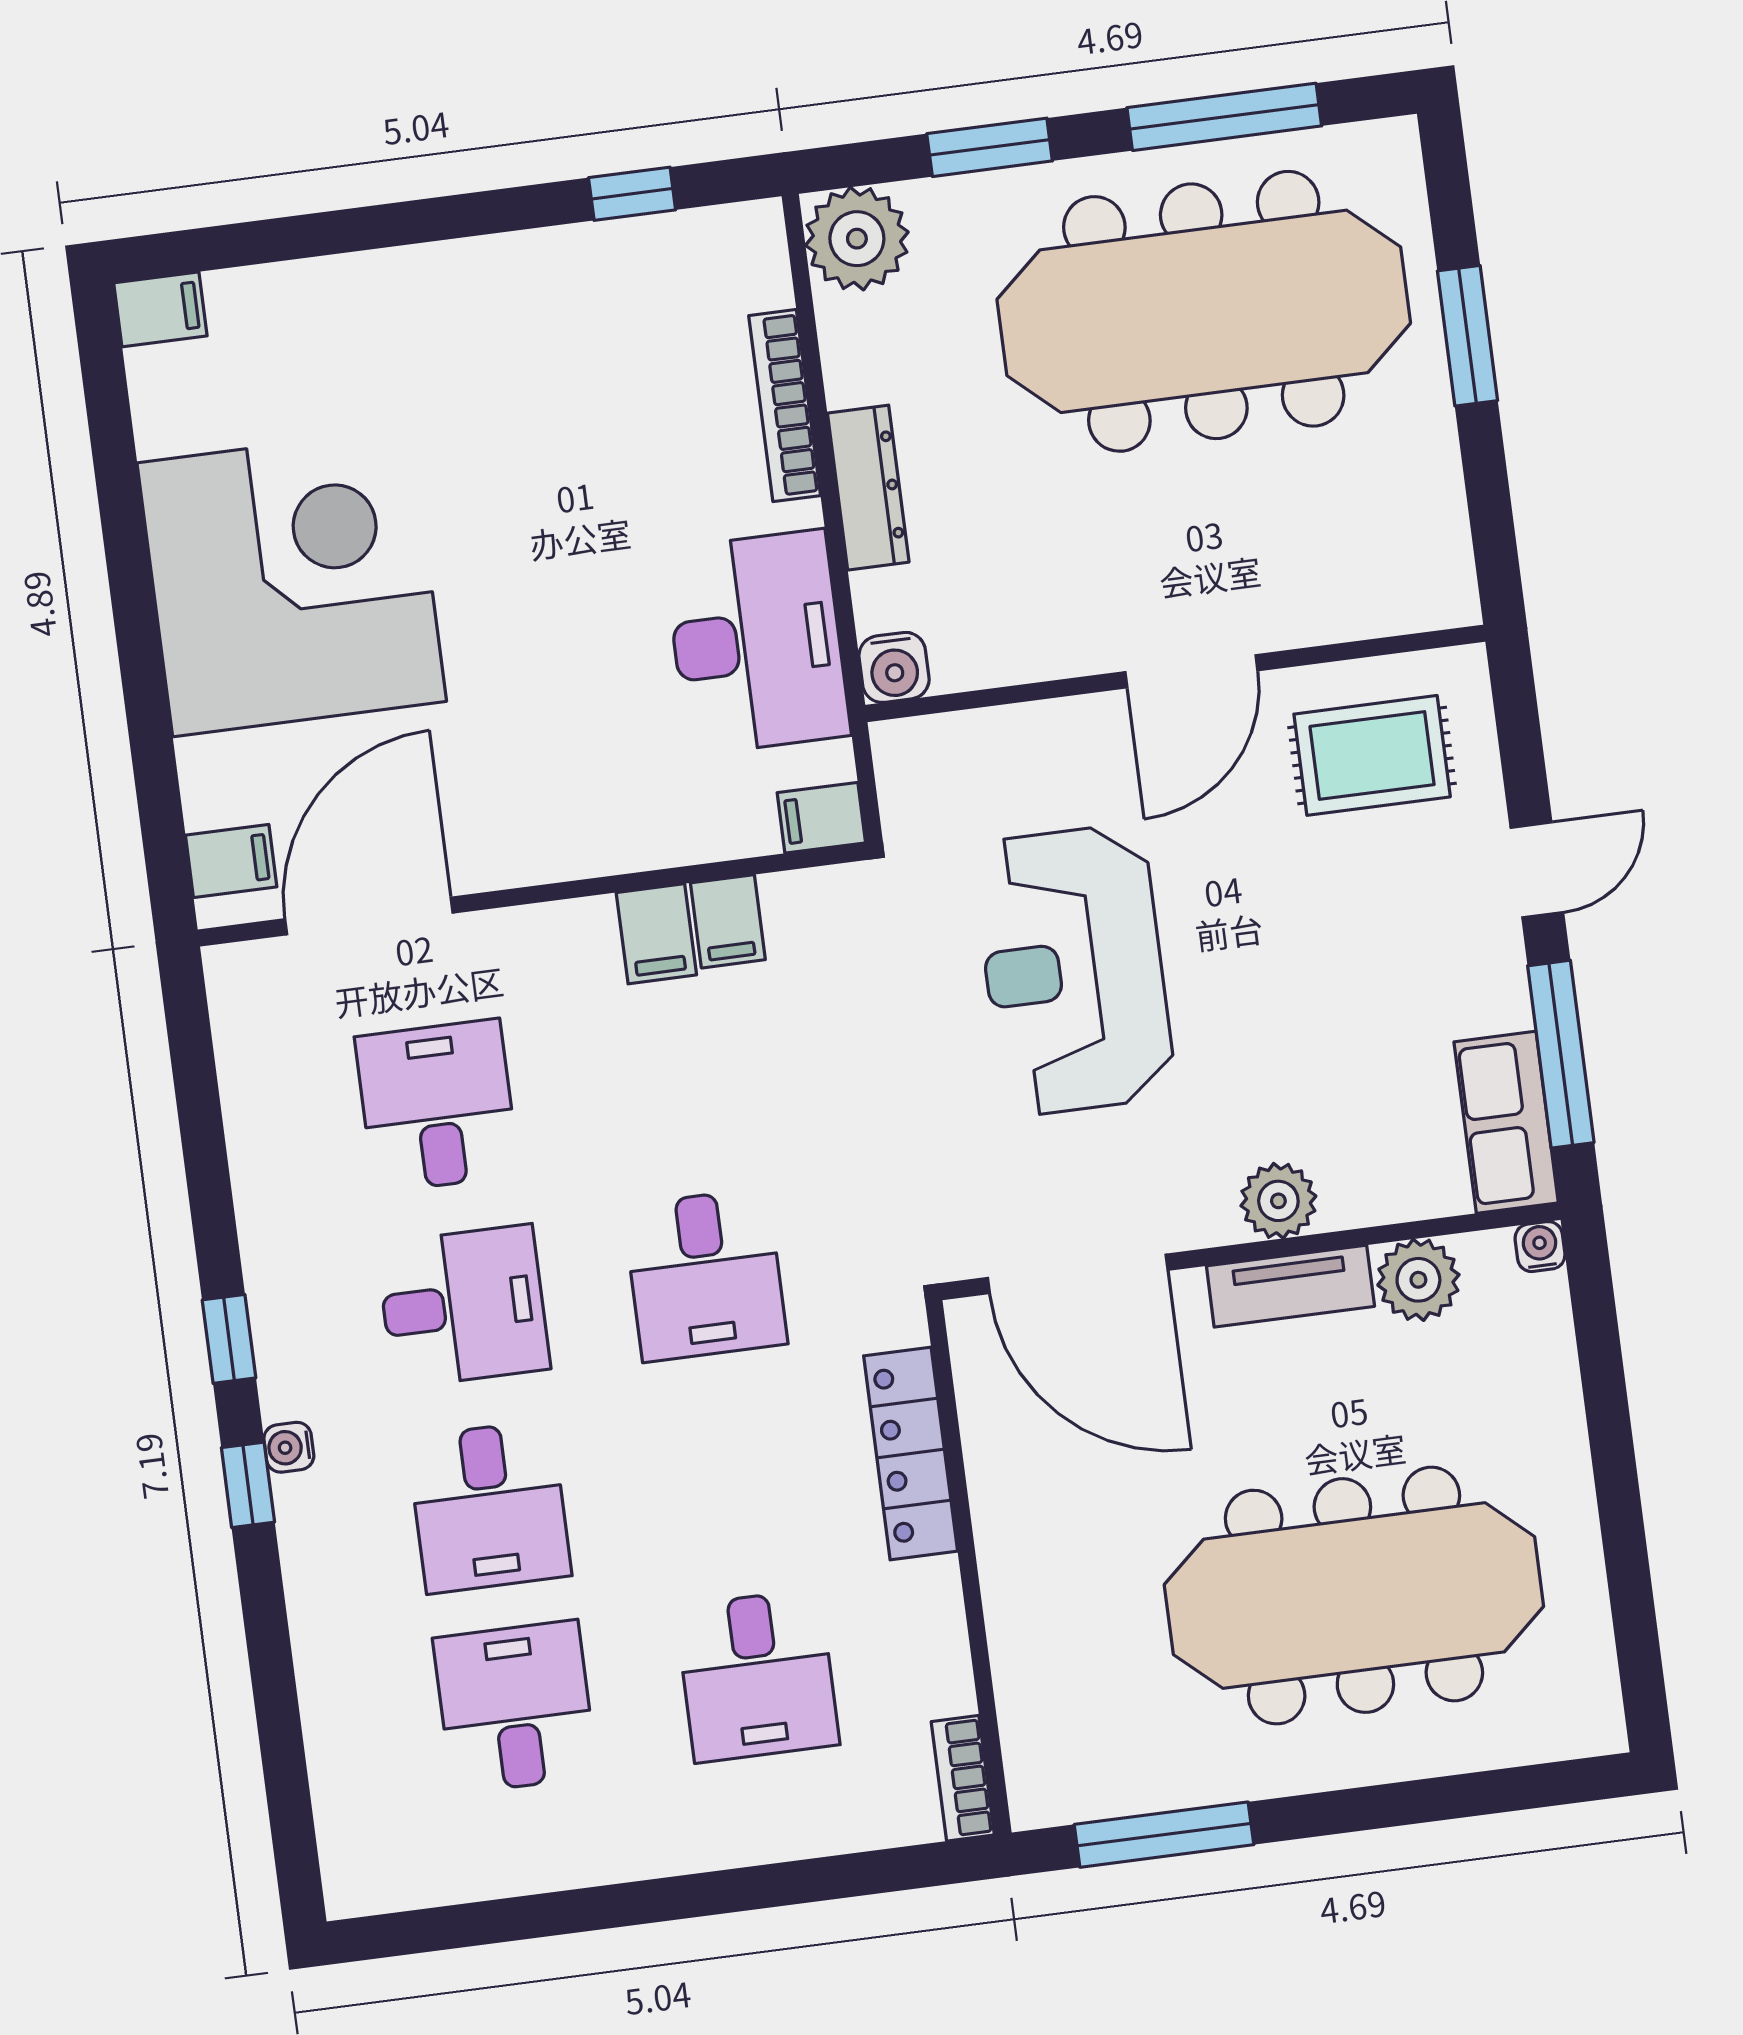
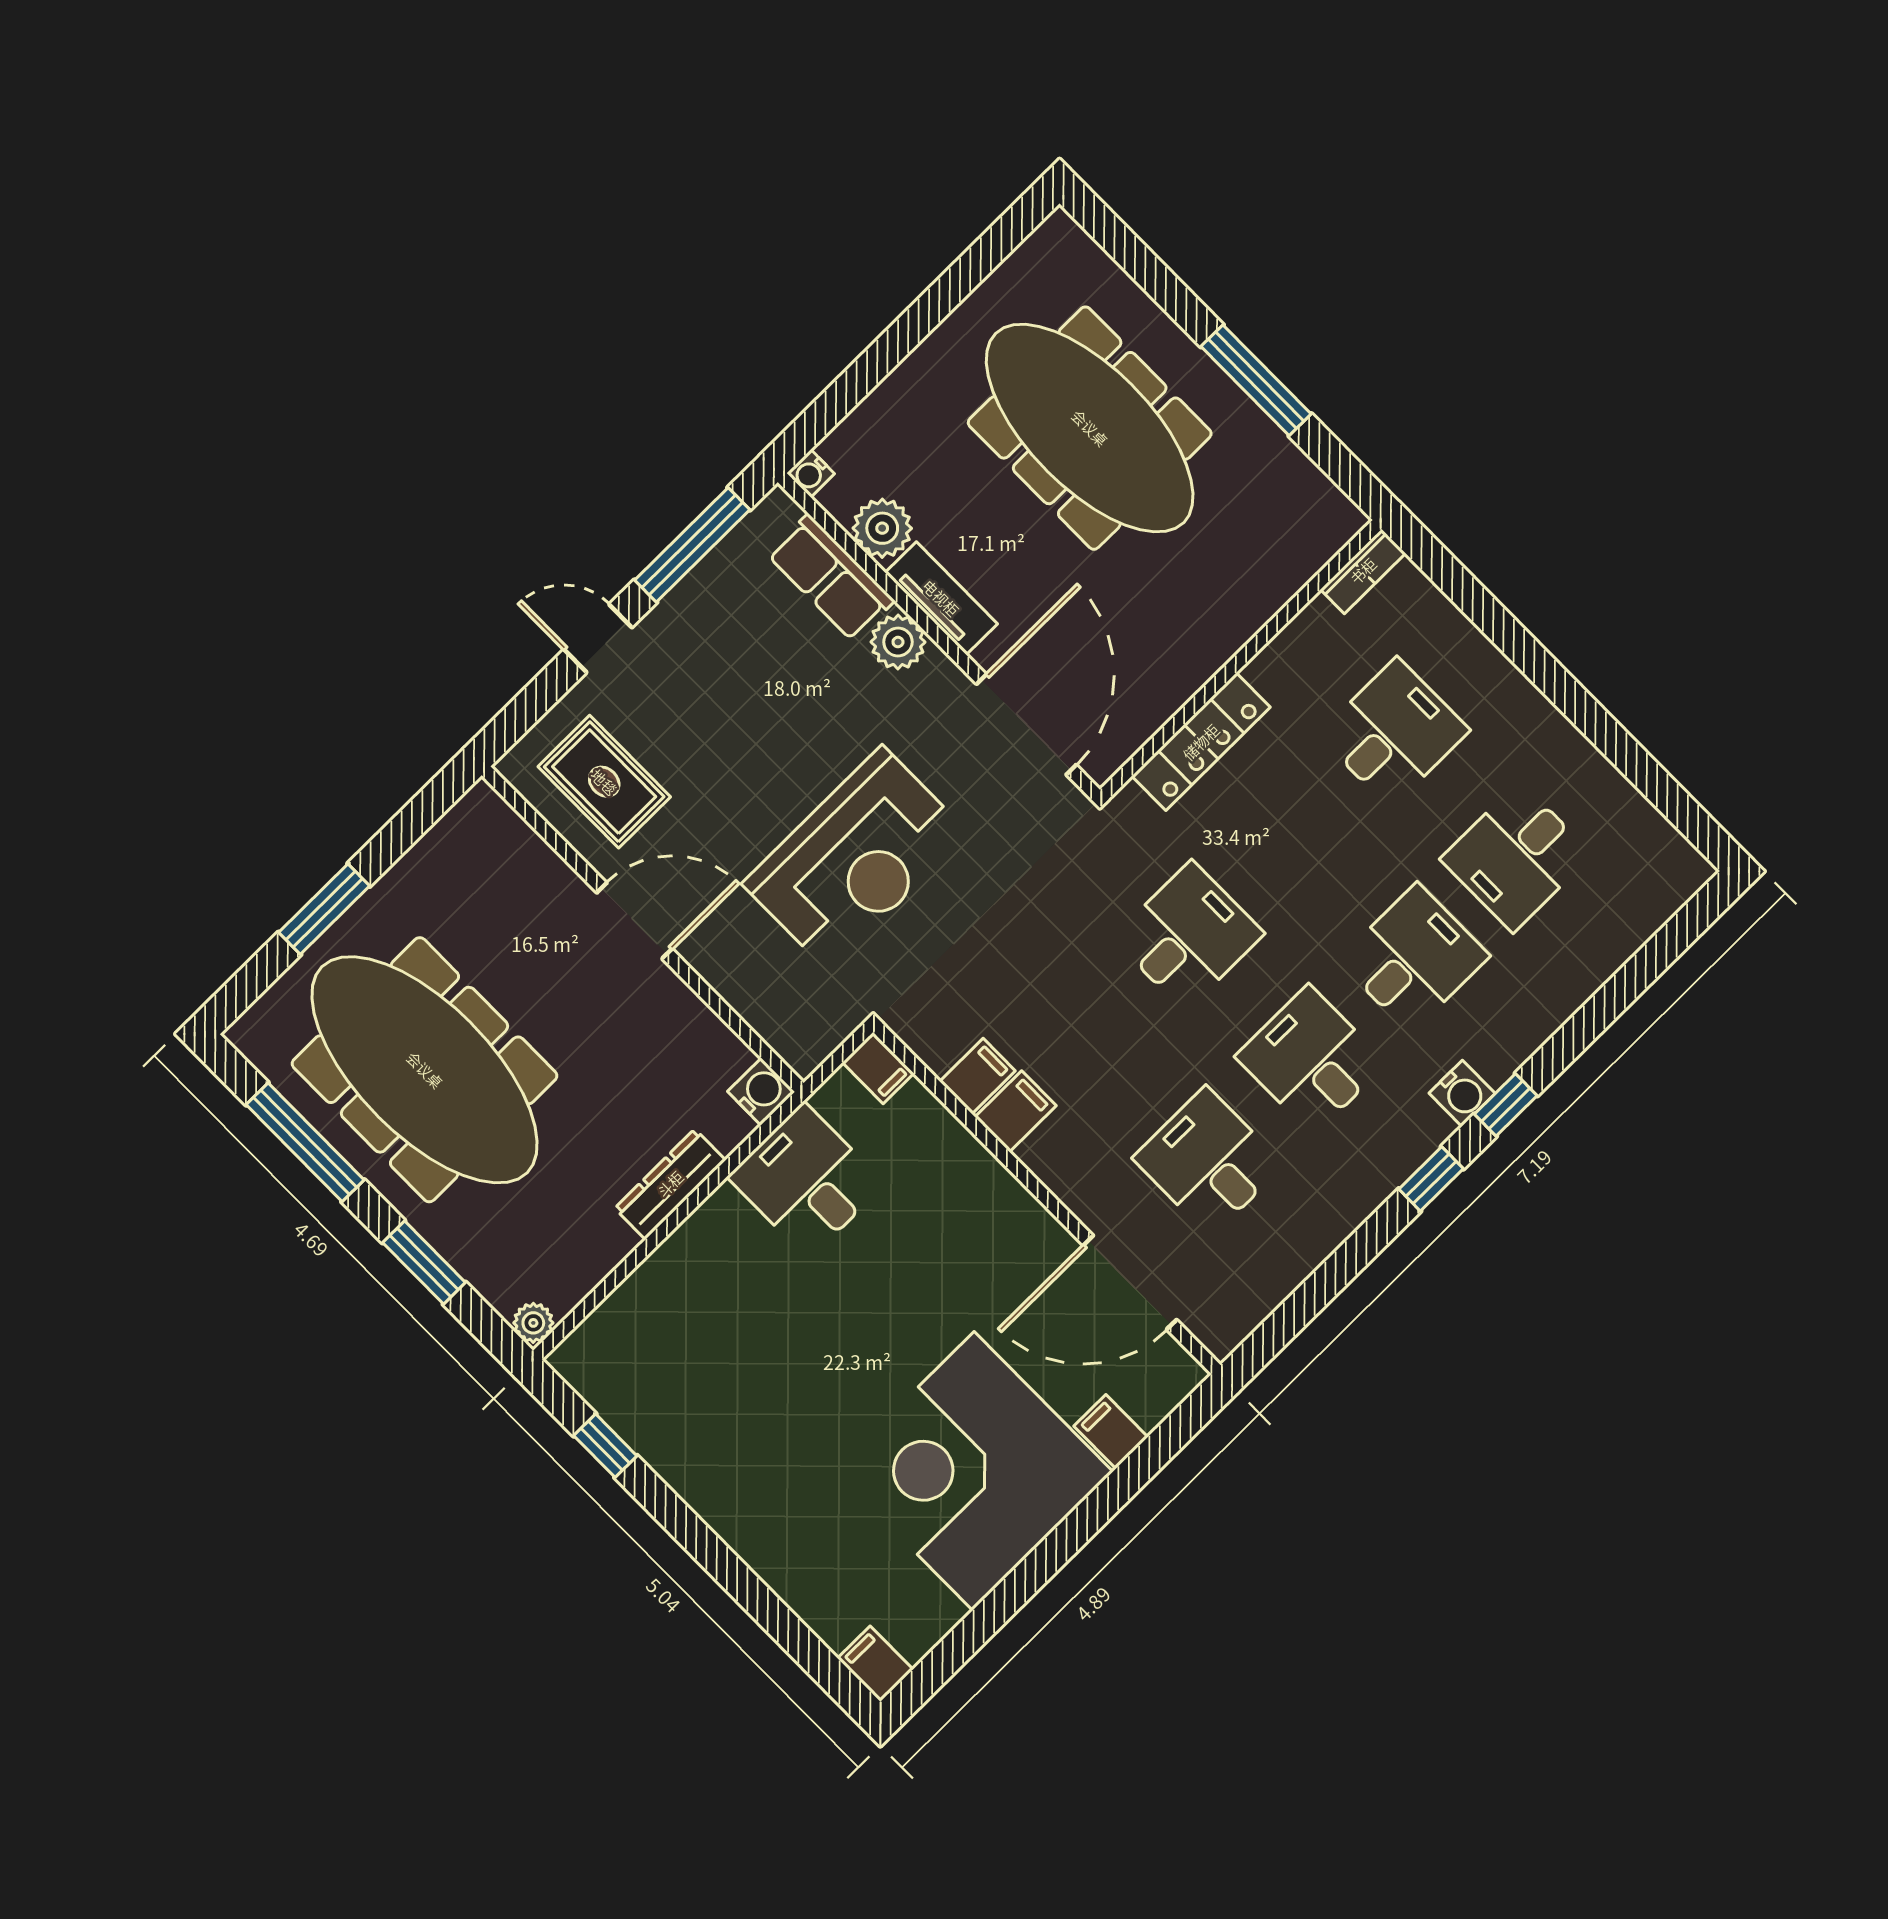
plant: (857, 239) -> (533, 1323), width x0.53, depth x0.53
bookcase: (785, 406) -> (660, 1267), removed
desk: (757, 642) -> (806, 1180), width x0.73
filing cabinet: (231, 861) -> (1111, 1432), moved
desk: (437, 1106) -> (1208, 1162), turned 90
row of seats: (1506, 1122) -> (831, 578), moved, turned 90
water cooler: (289, 1447) -> (1462, 1093), width x1.38, depth x1.38
window: (1164, 1835) -> (1256, 380), moved

